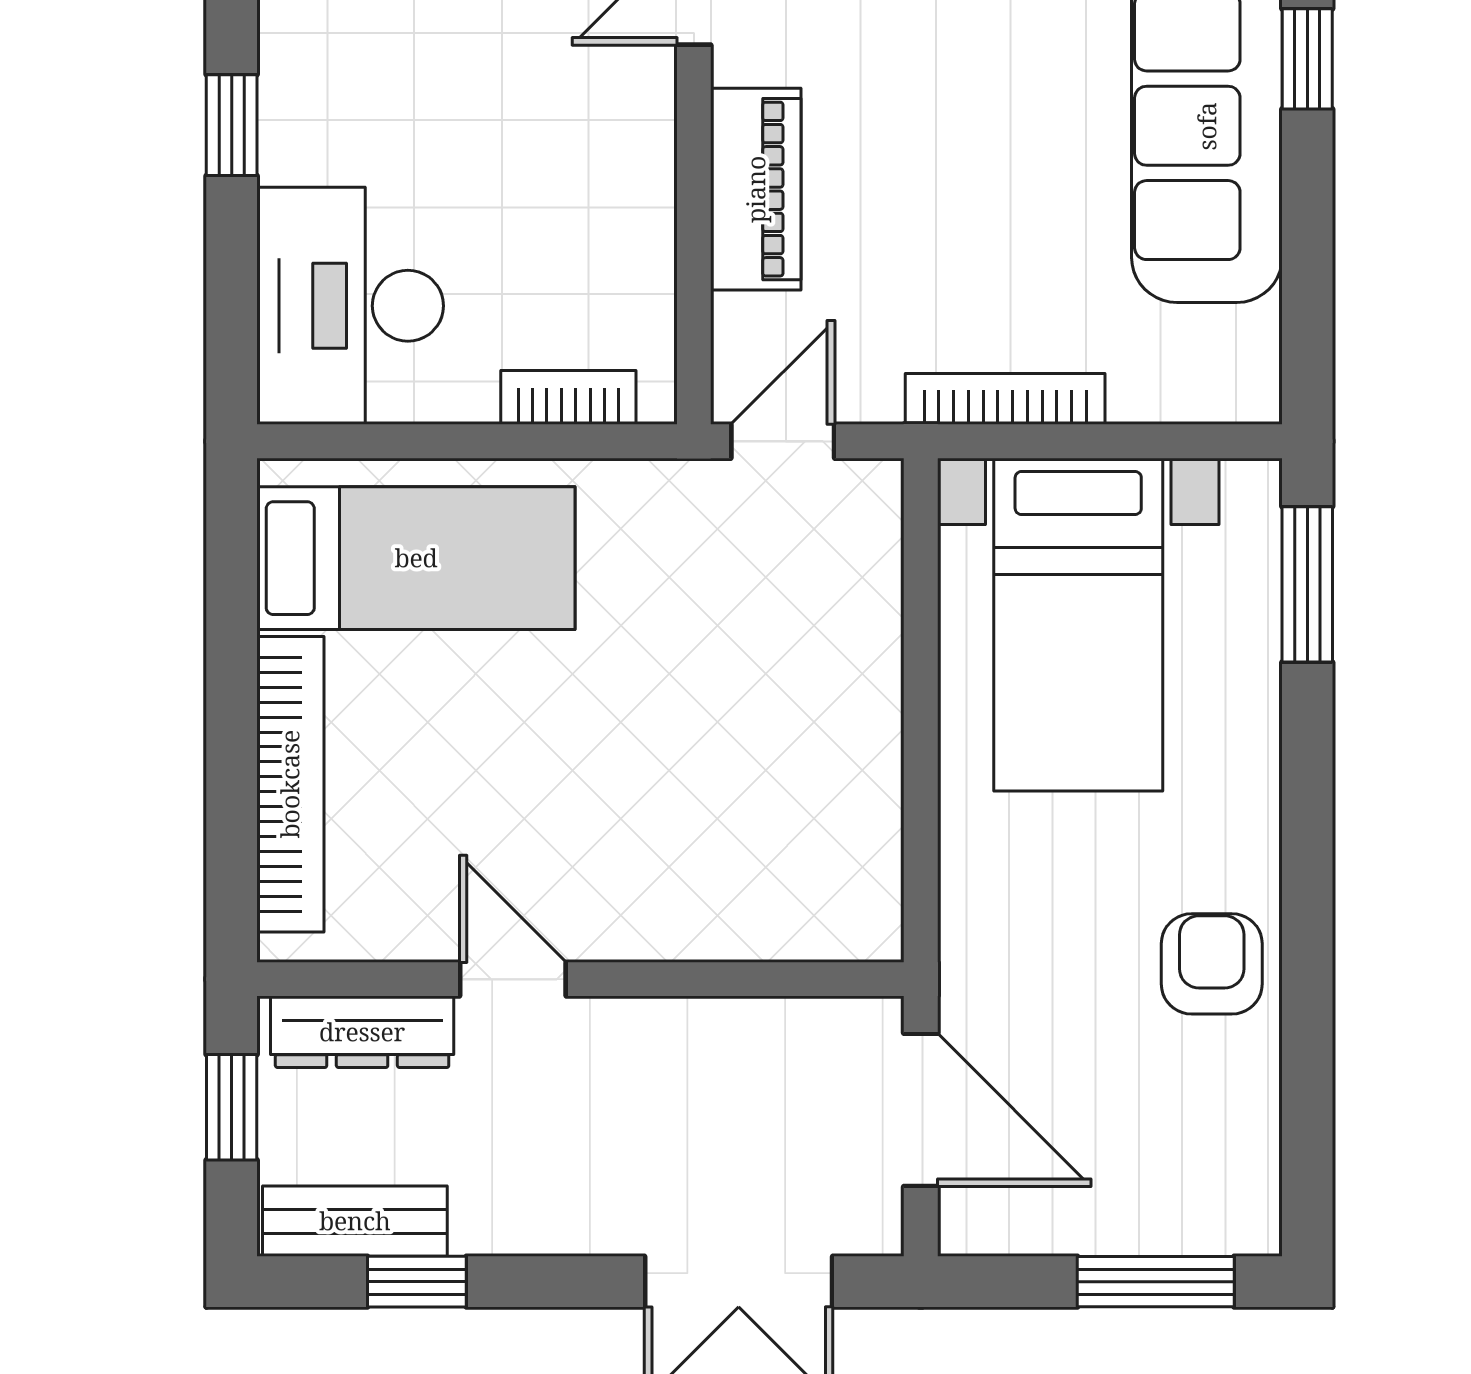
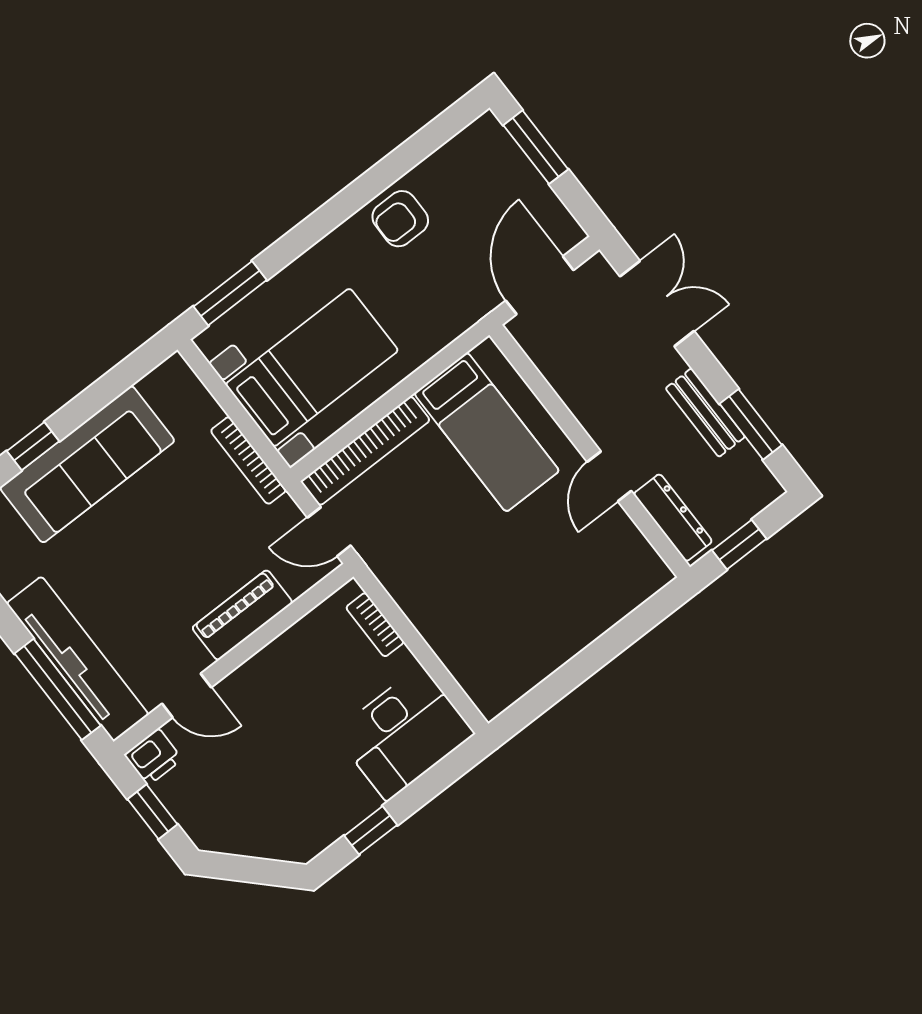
bed: (416, 558) -> (487, 432), moved, turned 180
bookcase: (290, 784) -> (365, 451), moved, turned 180
bench: (355, 1221) -> (705, 413), moved
window: (417, 1282) -> (751, 424), width x1.50

